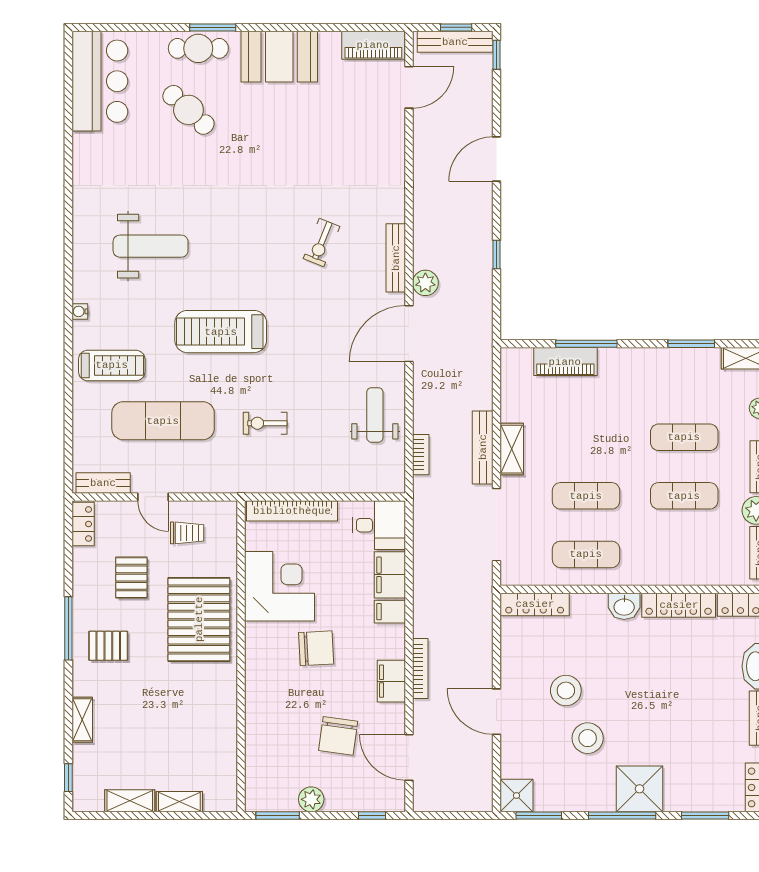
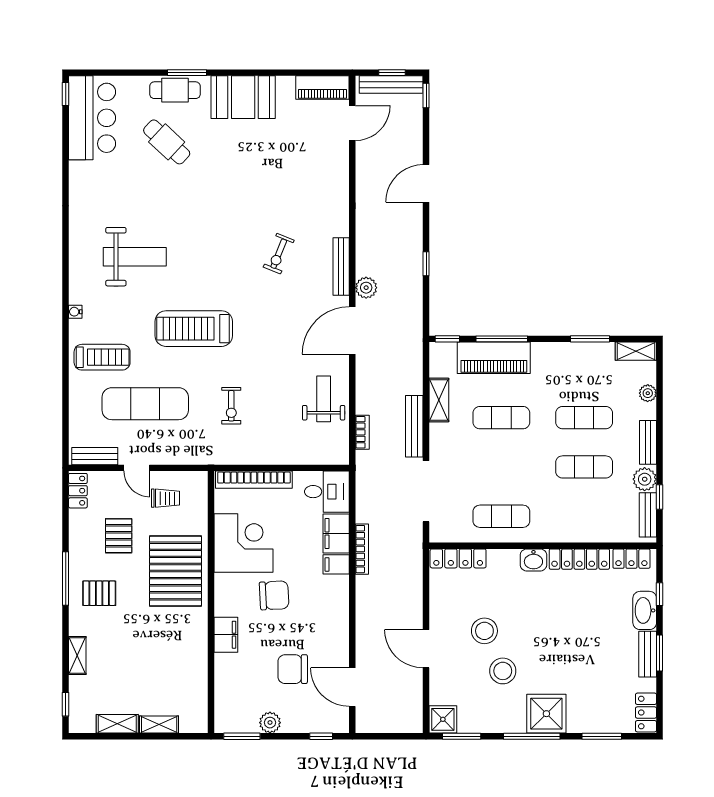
window: (68, 53) -> (66, 94), added
window: (522, 344) -> (447, 339), added
piano: (565, 362) -> (494, 358), width x1.37, depth x1.33
exercise bike: (265, 423) -> (231, 406), turned -90
shelving: (512, 449) -> (439, 400), moved
exercise mat: (586, 496) -> (501, 418), moved
bookcase: (420, 669) -> (362, 549), moved
filing cabinet: (391, 681) -> (226, 635), moved, turned 180
chair: (338, 736) -> (293, 669), turned 82

